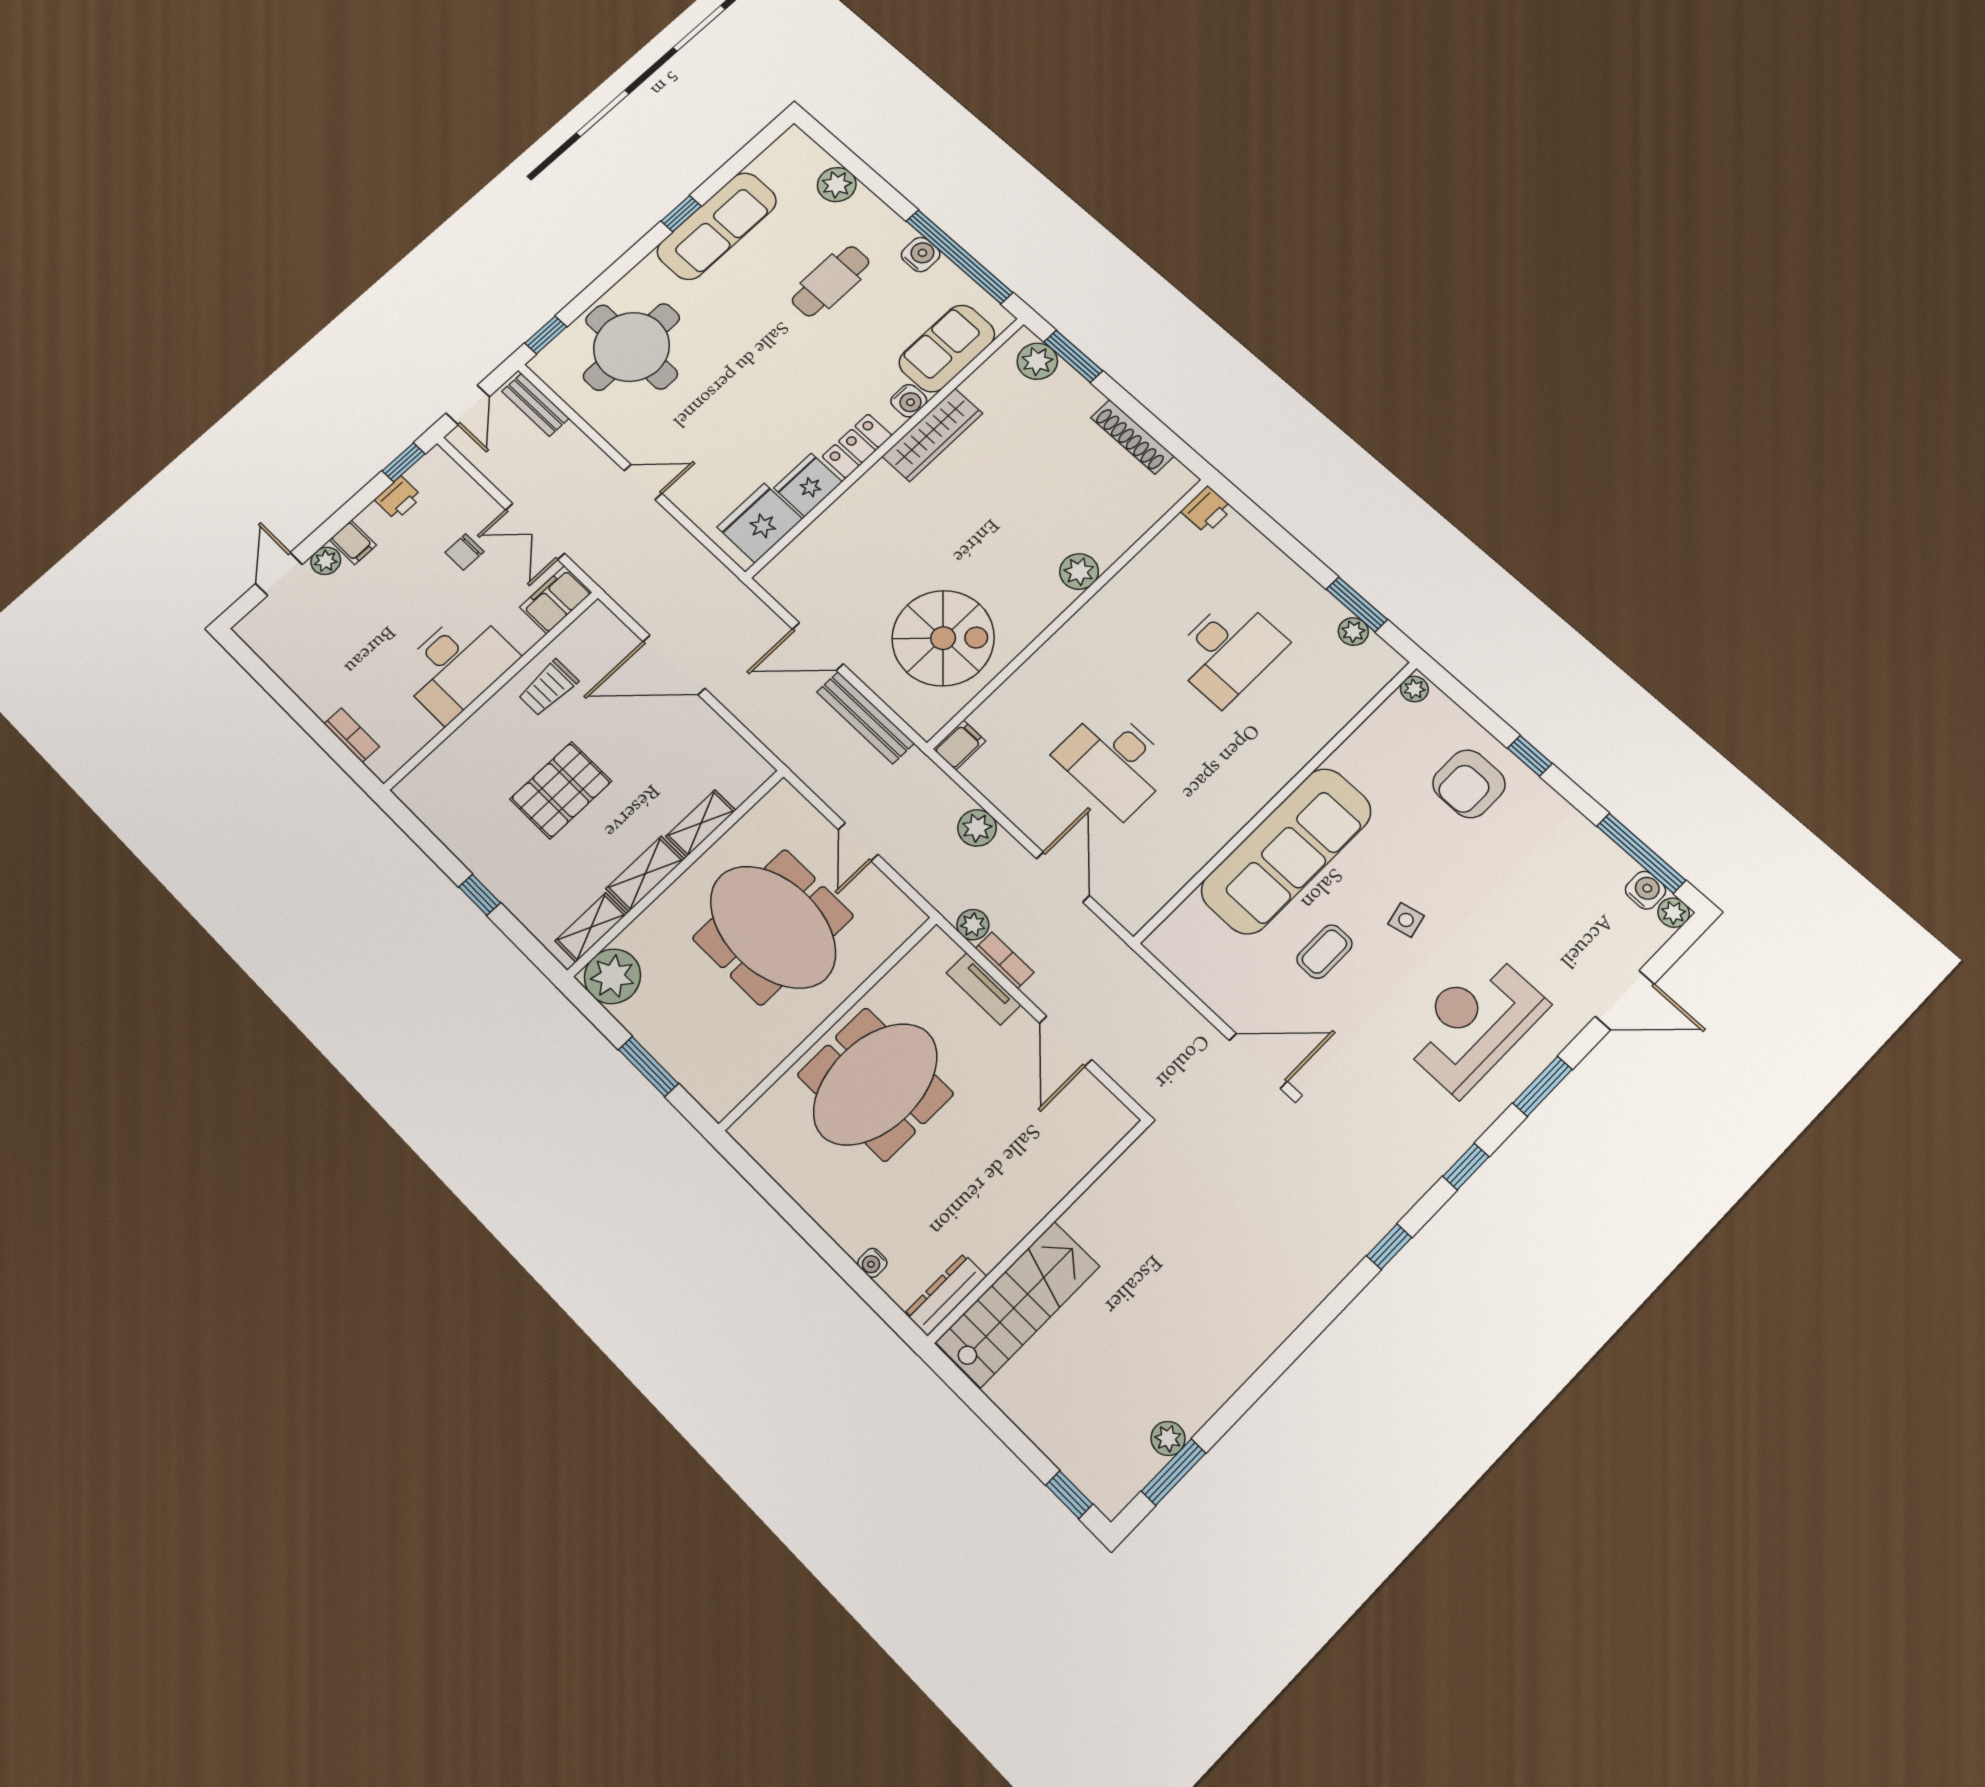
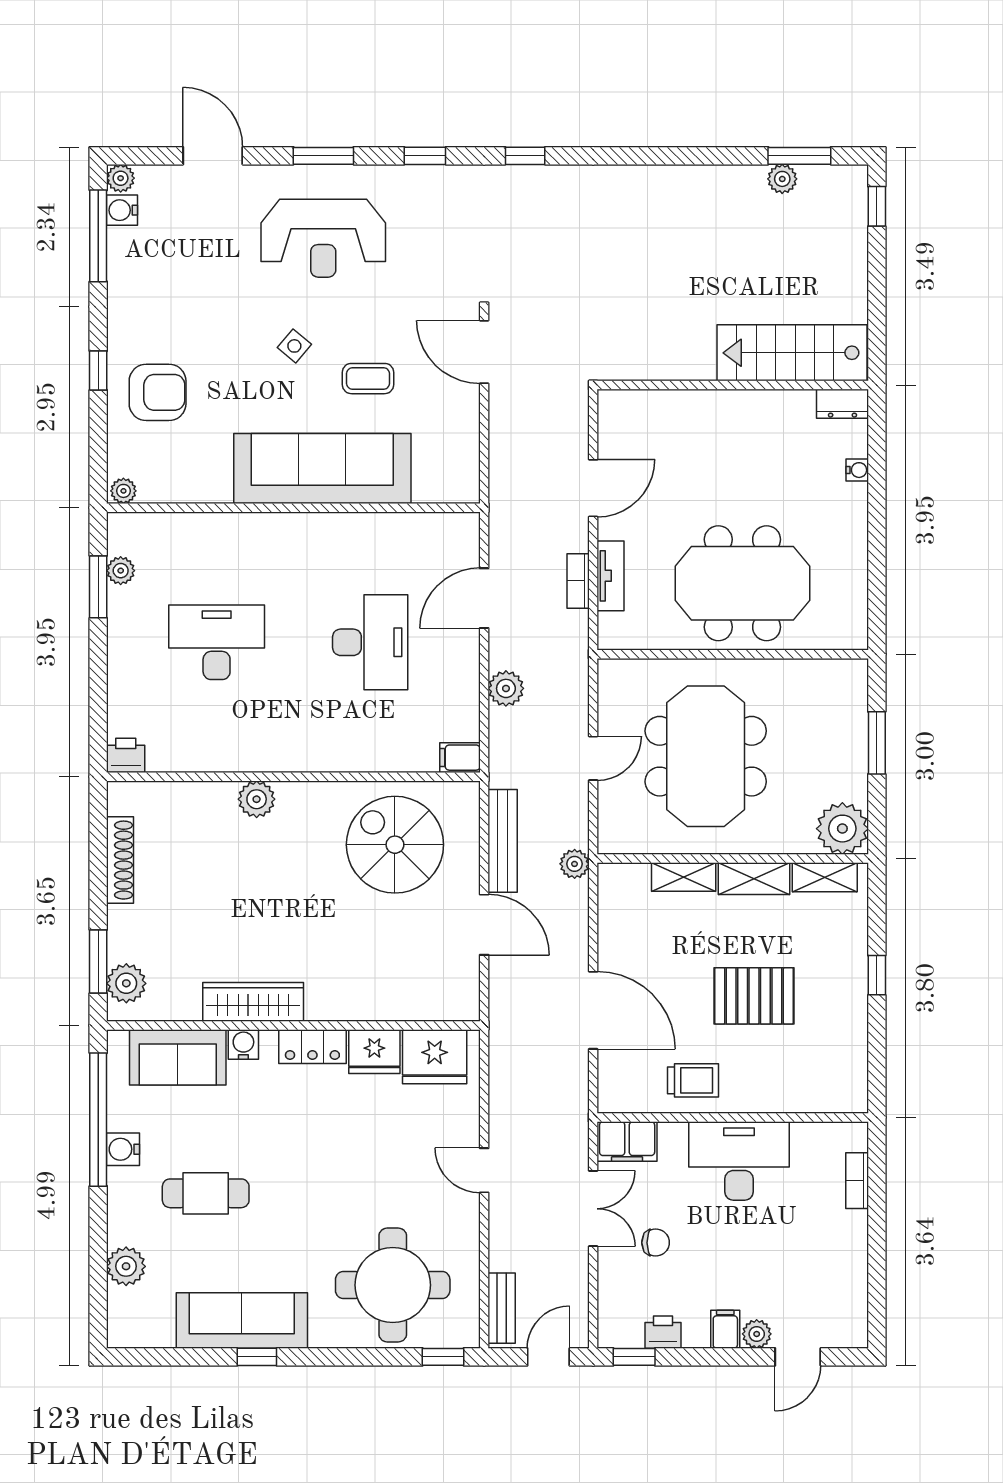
side table: (1406, 920) -> (294, 346), turned -37
plant: (973, 925) -> (575, 864), moved
dresser: (946, 1295) -> (842, 404), width x0.70

